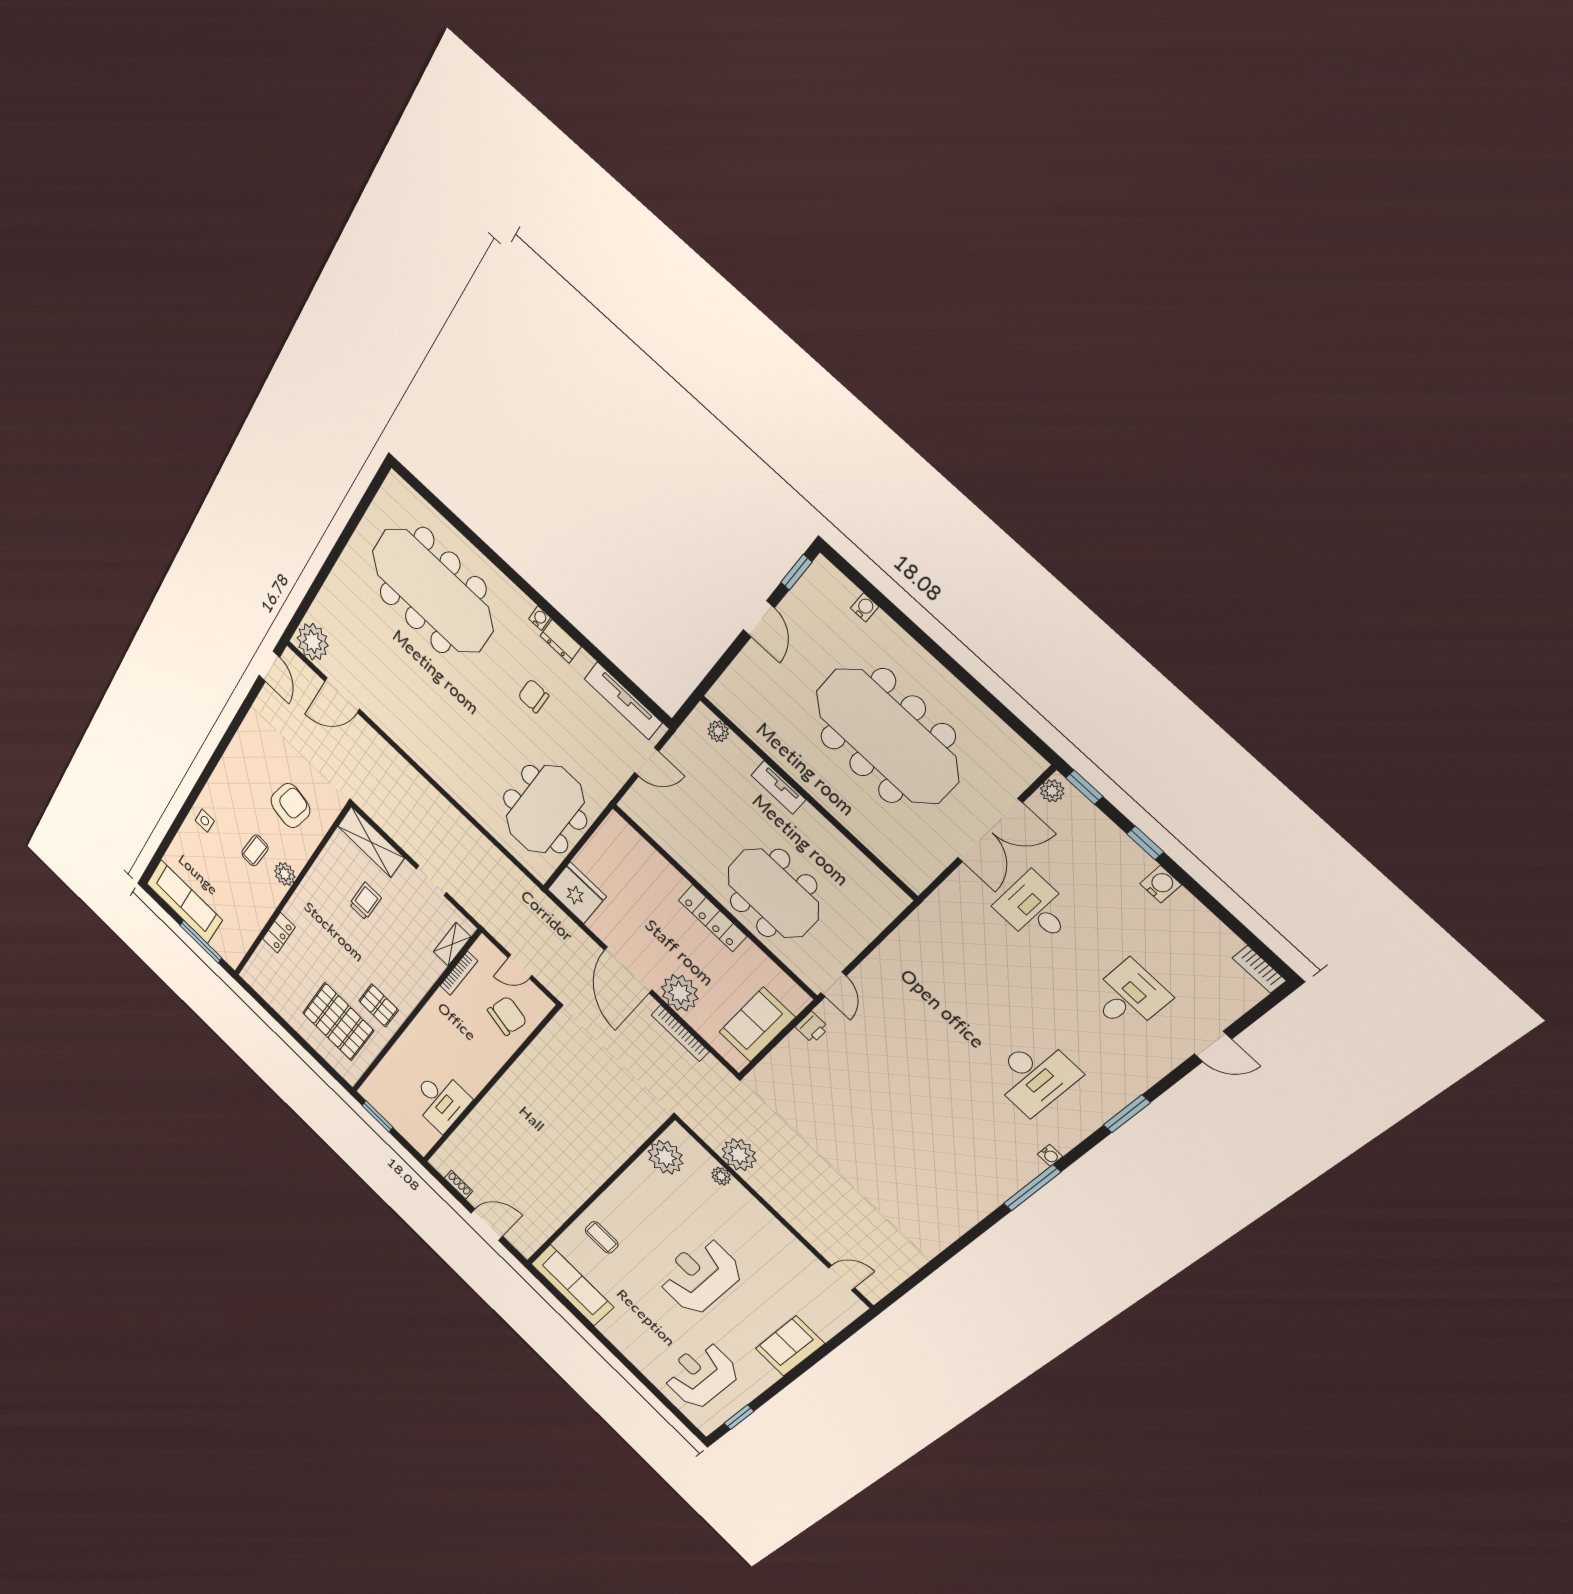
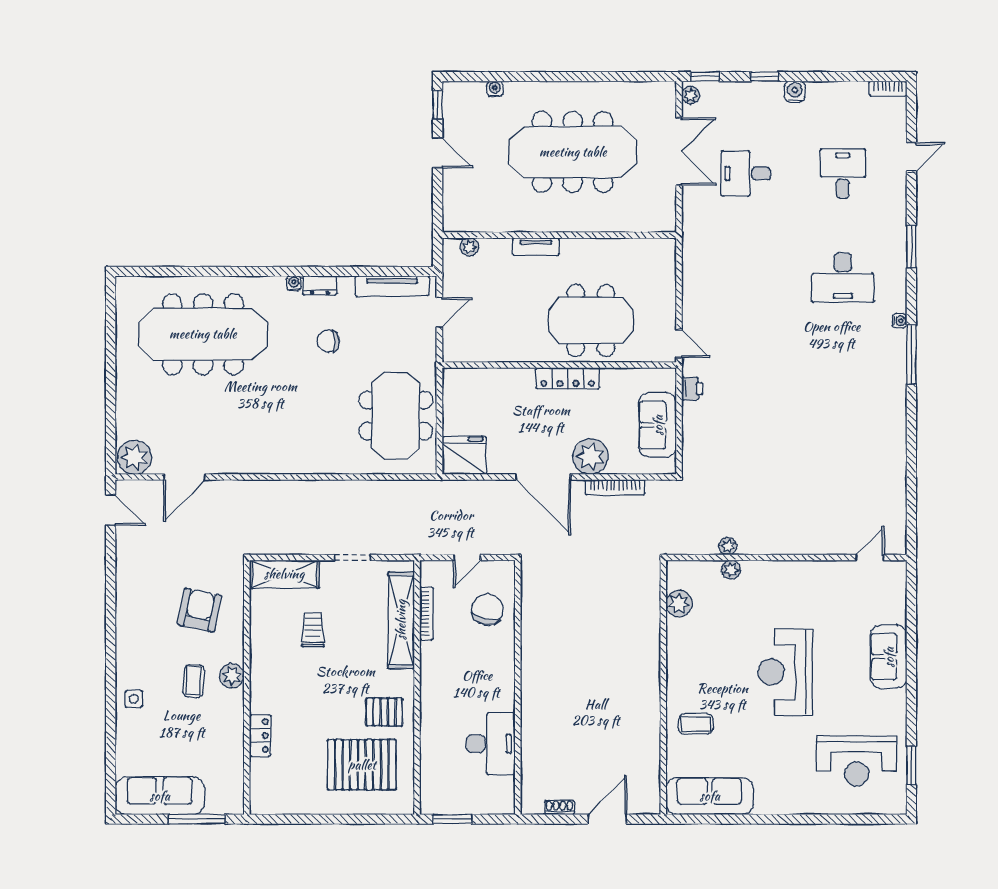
shelving: (452, 944) -> (401, 620), width x2.20, depth x1.33
desk: (1035, 1076) -> (843, 278), turned 90
plant: (739, 1155) -> (728, 546), width x0.53, depth x0.53
plant: (666, 1157) -> (679, 604), width x0.73, depth x0.73
reception desk: (700, 1375) -> (857, 761), turned -90

